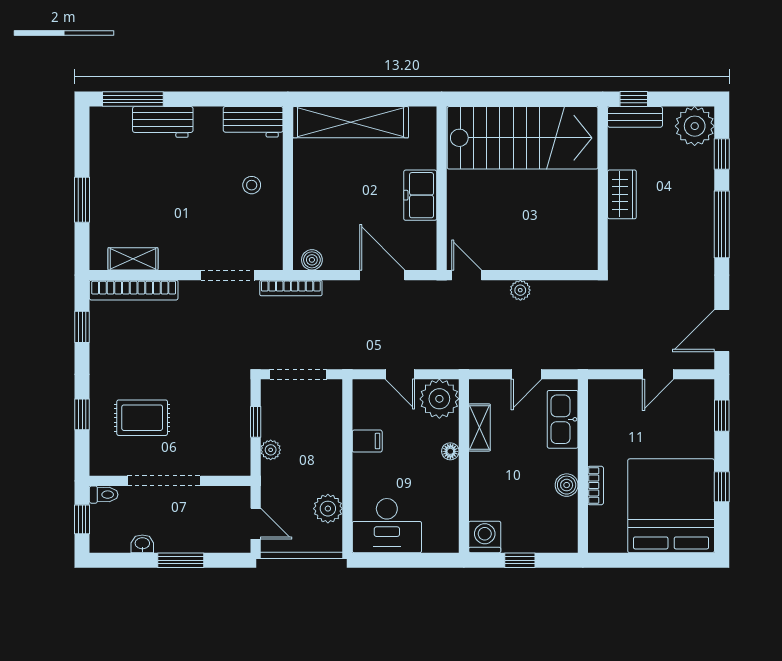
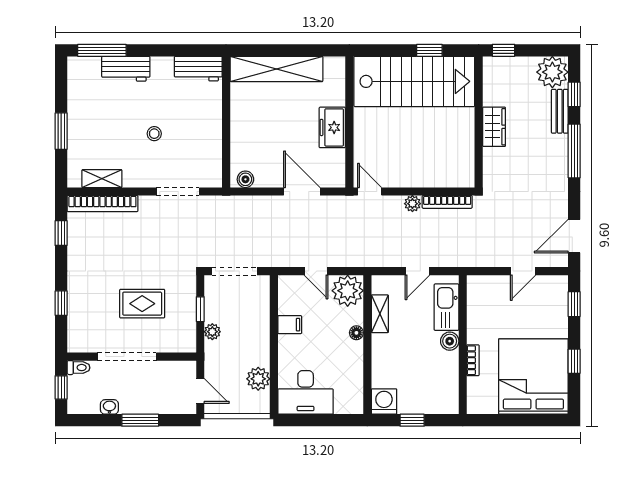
window: (541, 99) -> (429, 50), added
bench: (635, 117) -> (560, 111), moved, turned 90
stool: (252, 185) -> (154, 134), moved
bookcase: (291, 288) -> (447, 202), moved
rug: (142, 418) -> (142, 304), moved
boiler: (567, 485) -> (450, 341), moved

